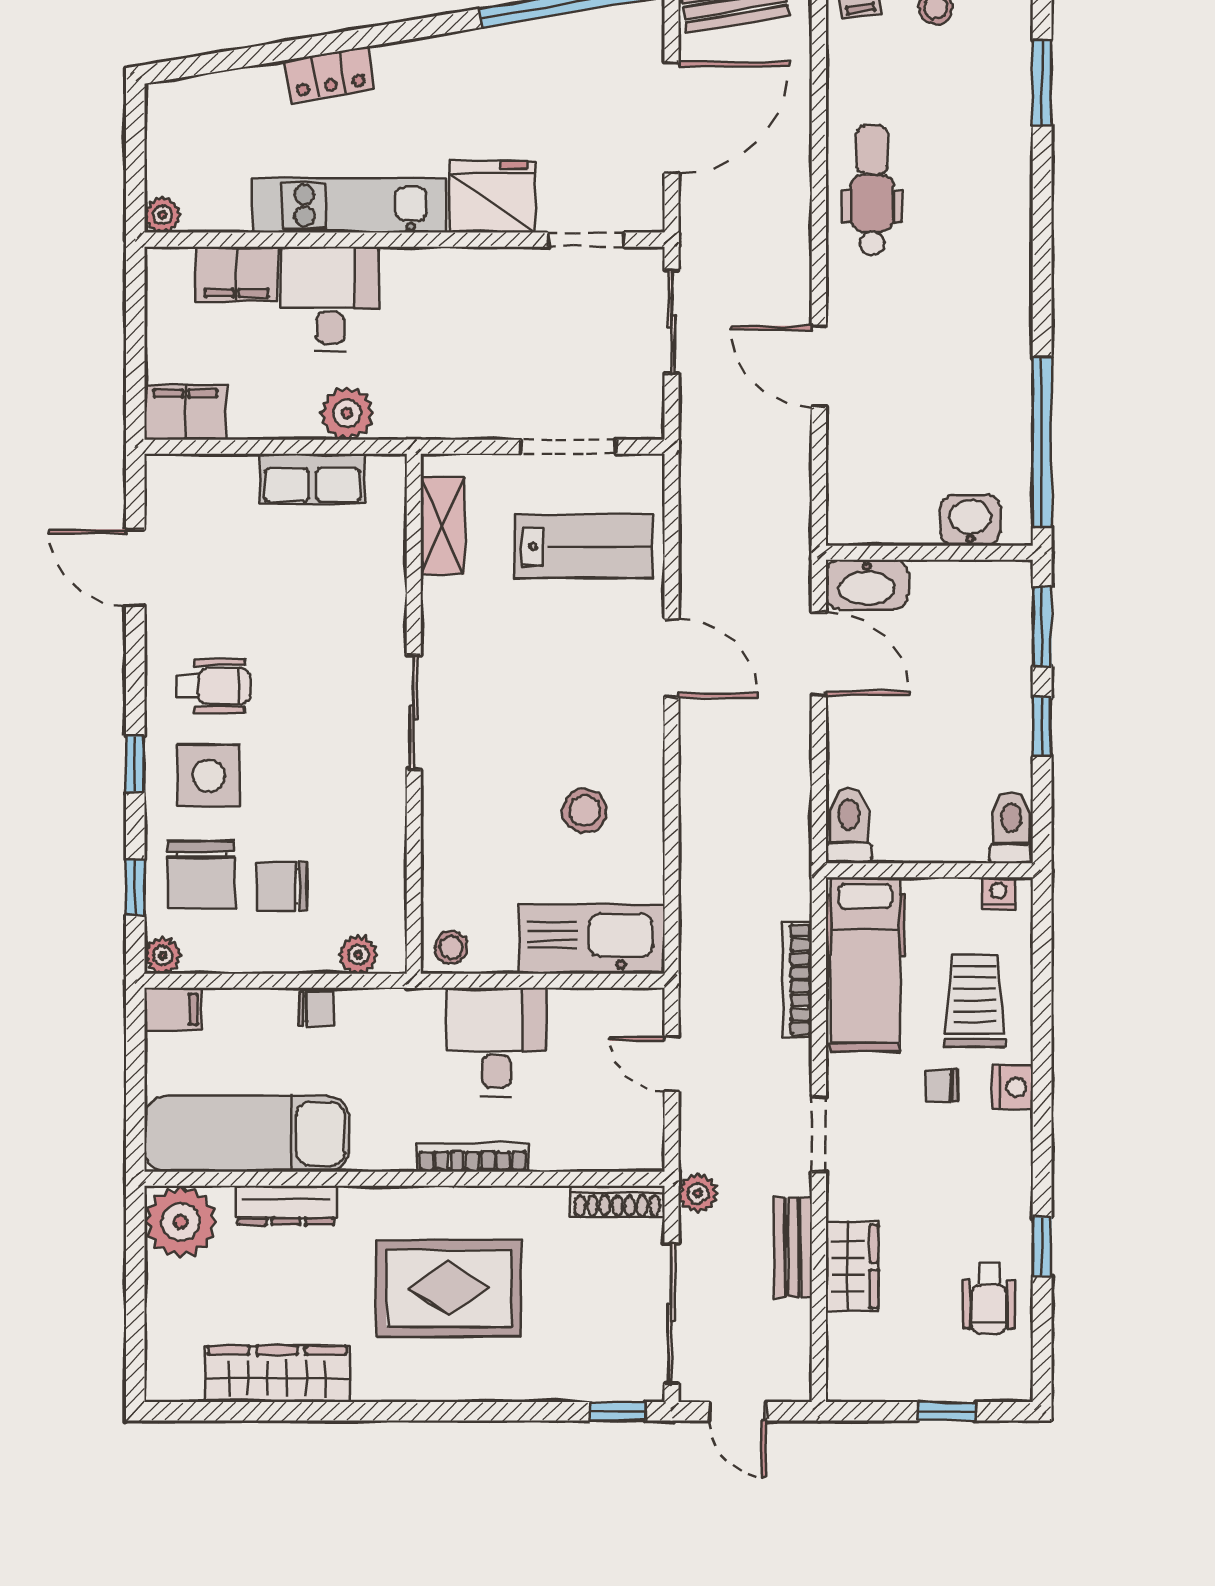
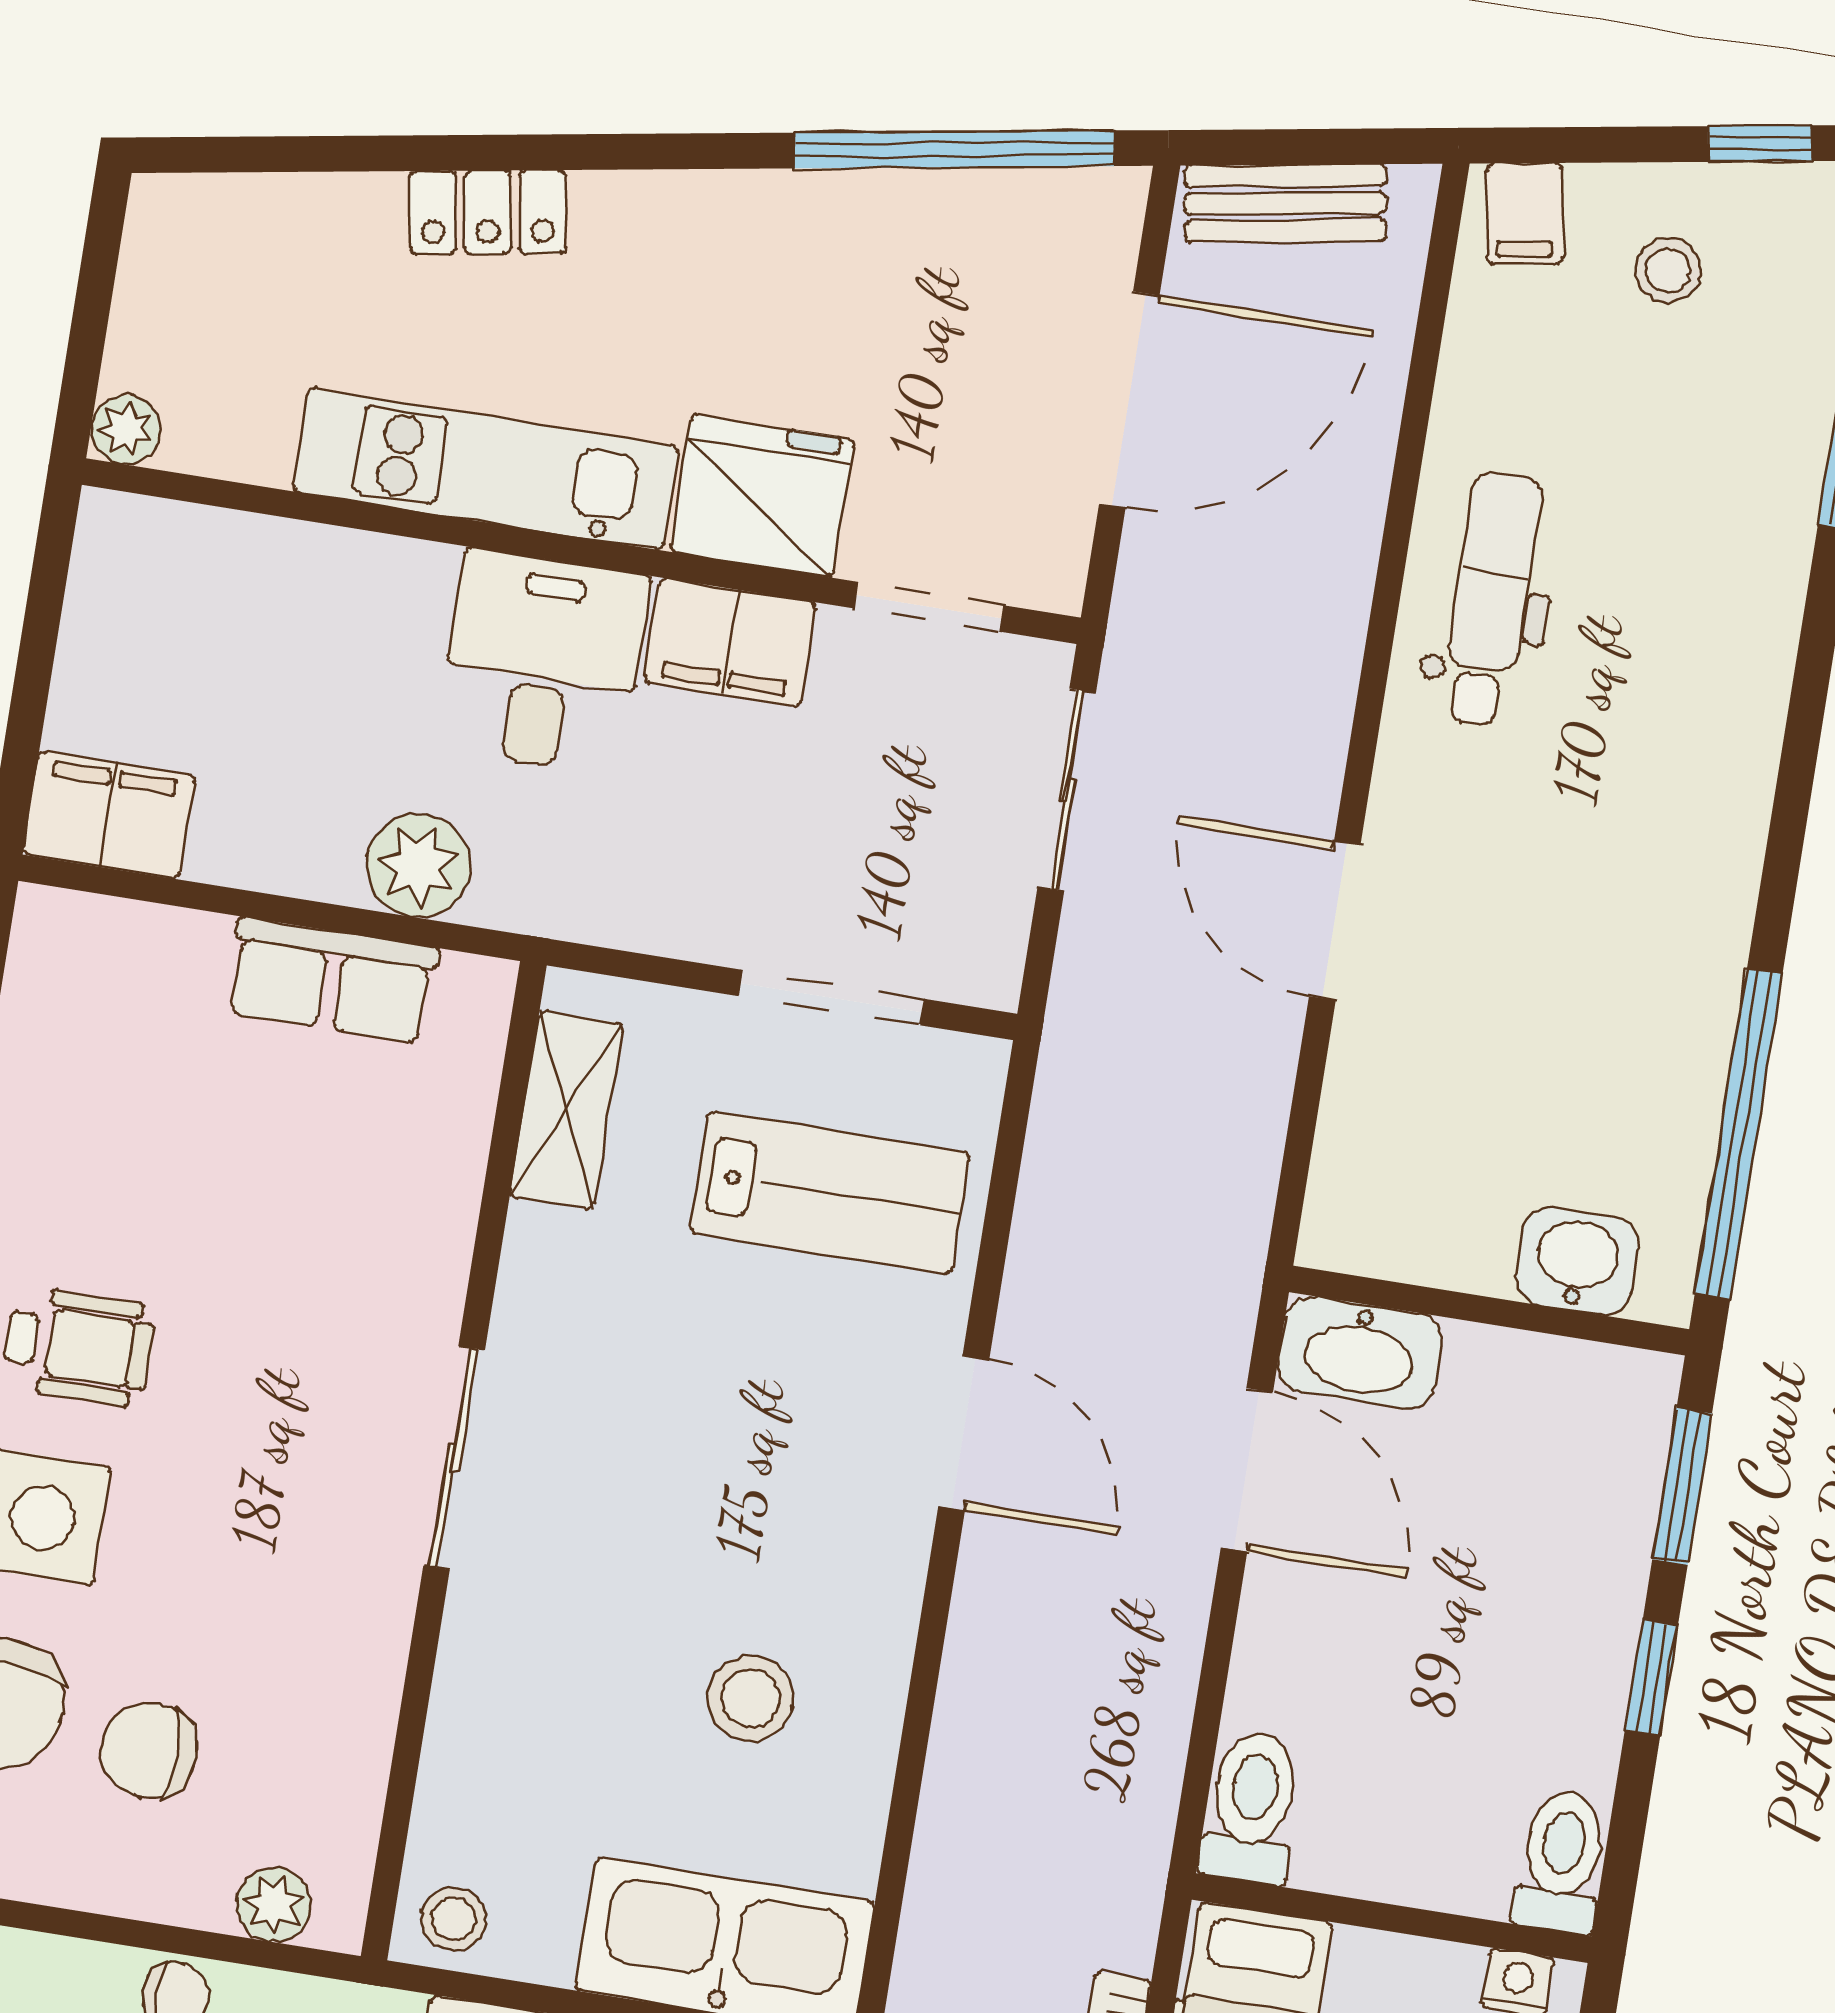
filing cabinet: (236, 274) -> (730, 642), moved
desk: (330, 299) -> (543, 662), moved

